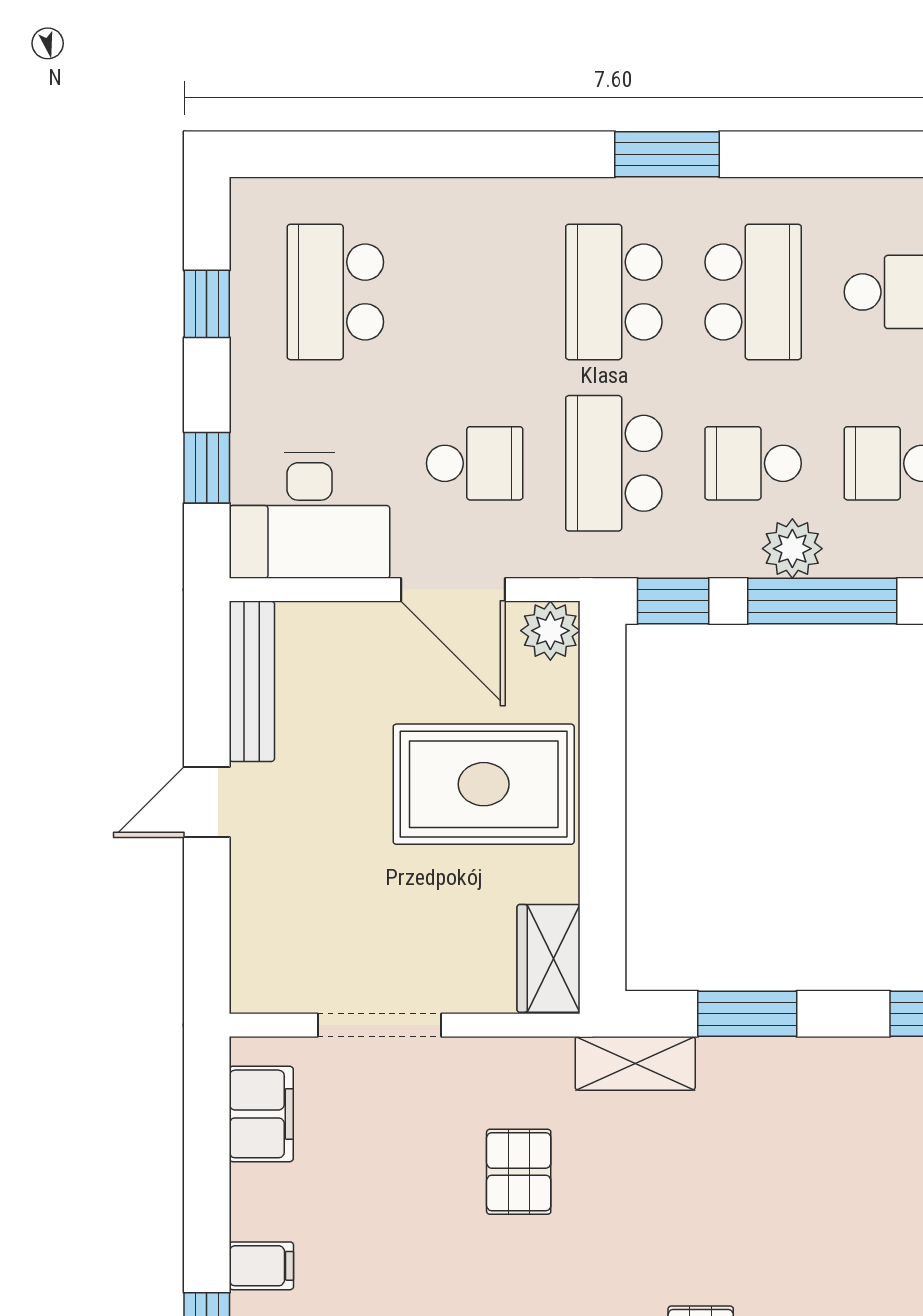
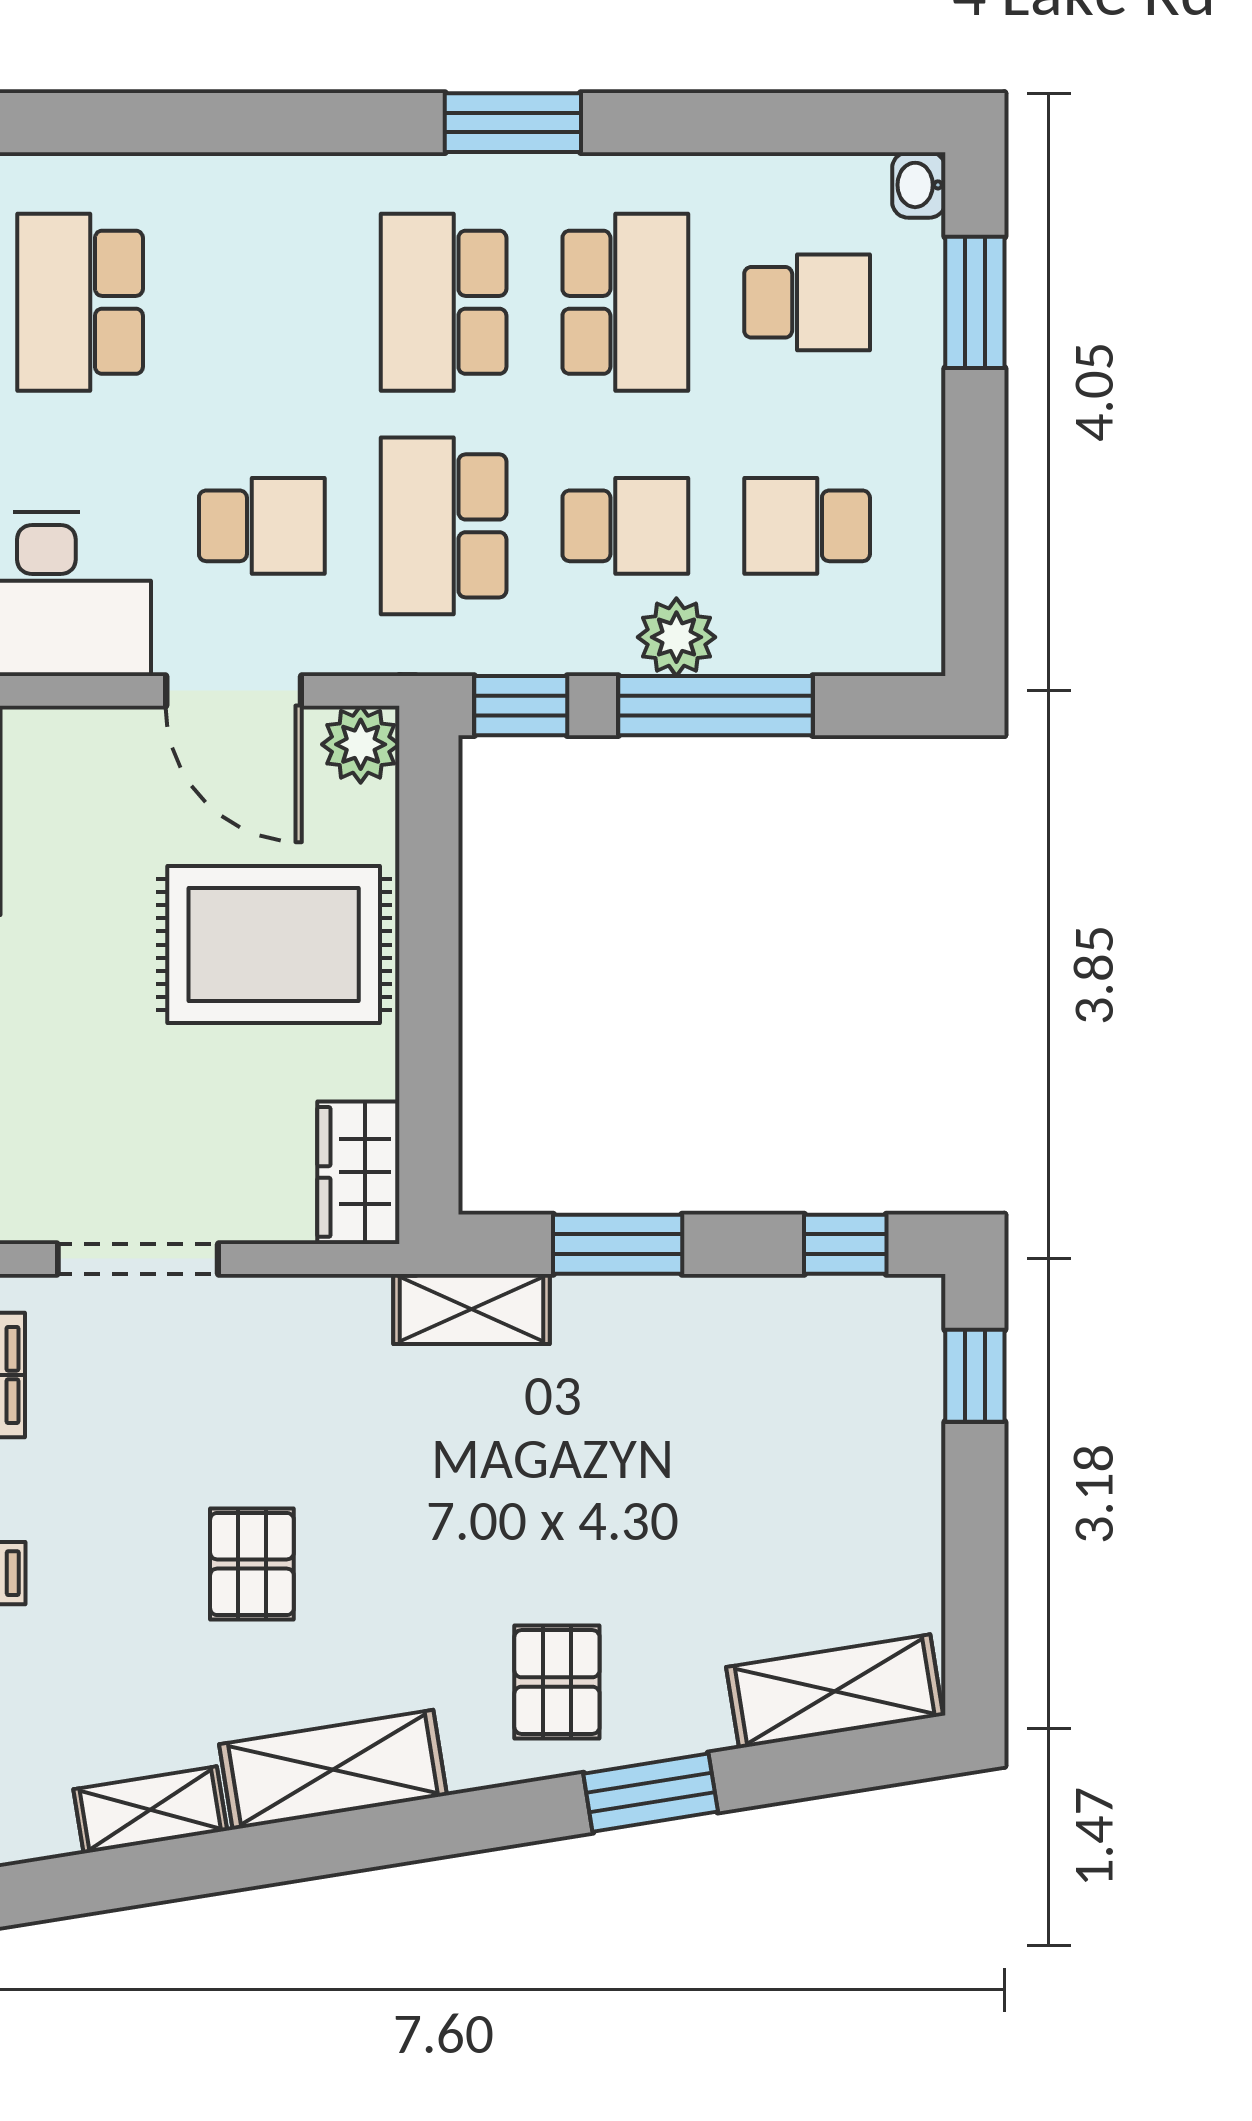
school desk: (753, 463) -> (625, 526), turned 180
pallet: (519, 1172) -> (252, 1564), moved

